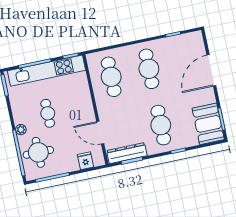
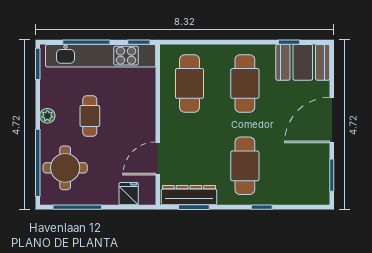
door: (211, 70) -> (332, 120), moved
booth: (208, 124) -> (303, 62), moved, turned 90
plant: (21, 130) -> (47, 116), moved
door: (100, 133) -> (158, 159), hinge flipped

